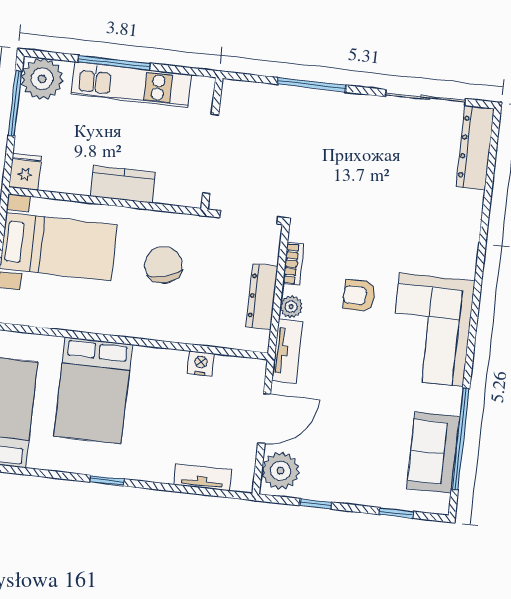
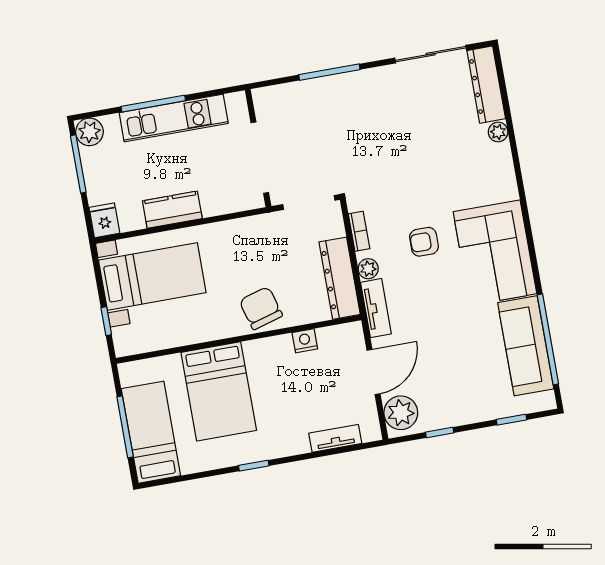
plant: (42, 79) -> (89, 132), width x0.73, depth x0.73
kitchen counter: (123, 184) -> (172, 210), moved
plant: (473, 202) -> (498, 132), added
chair: (163, 265) -> (261, 308), moved
dresser: (262, 296) -> (340, 278), width x1.37, depth x1.24
sofa: (433, 452) -> (526, 346), width x1.36

